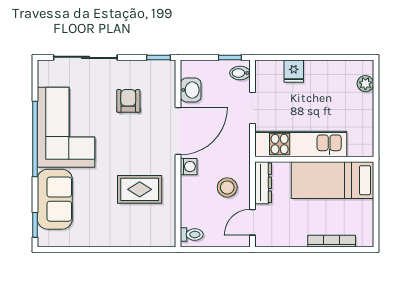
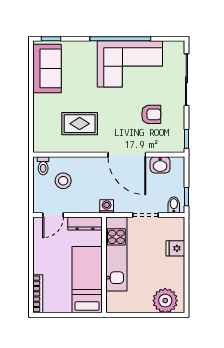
plant: (365, 84) -> (165, 301), width x1.88, depth x1.88
washing machine: (189, 167) -> (107, 206), moved, turned 180
stool: (227, 187) -> (63, 181), moved
rug: (140, 189) -> (80, 124), turned 90
sofa: (55, 199) -> (47, 68), moved, turned -90
door: (253, 222) -> (53, 215), swing flipped
bookcase: (332, 241) -> (38, 294), moved

